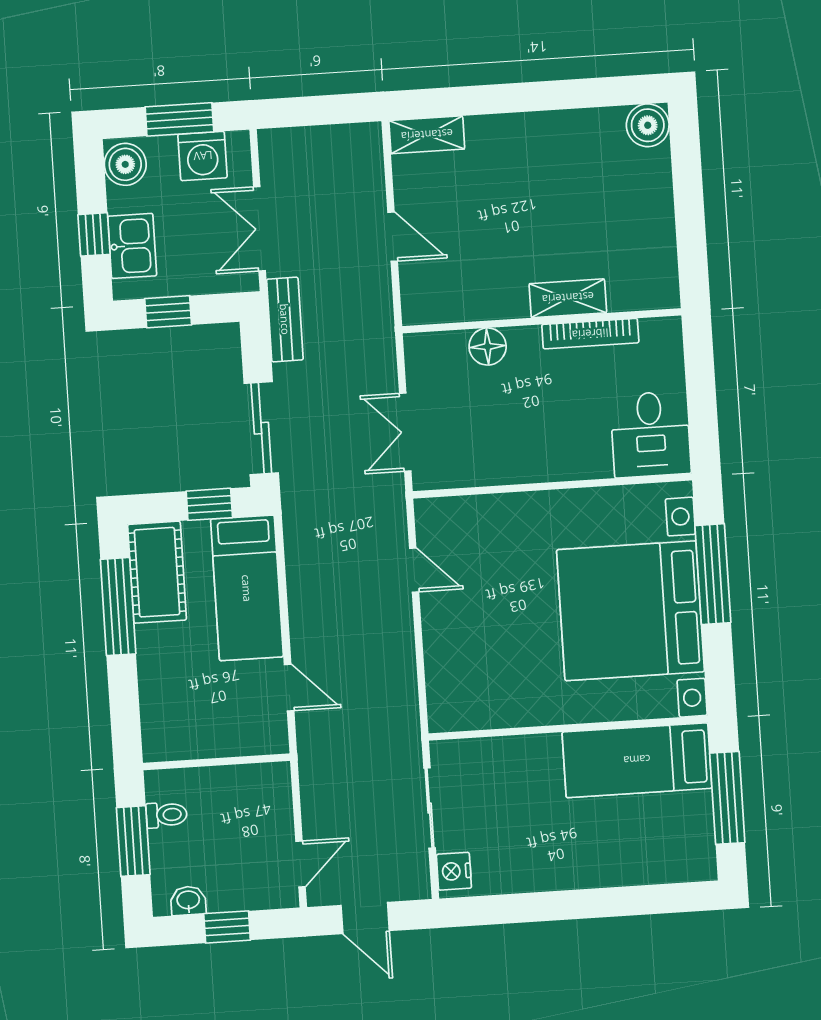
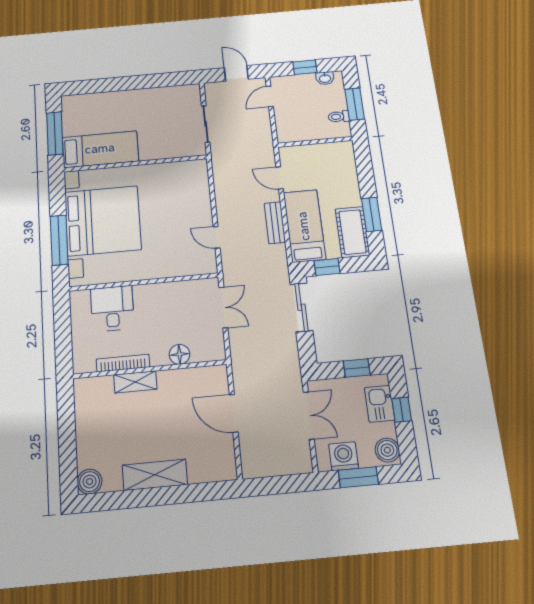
shelving: (427, 135) -> (155, 475), moved, width x1.50, depth x1.33
door: (393, 237) -> (234, 413), width x1.38
bench: (285, 319) -> (275, 223), moved
desk: (650, 434) -> (112, 308), moved
window: (118, 607) -> (372, 214), width x0.69
nightstand: (454, 871) -> (193, 96), removed

